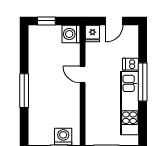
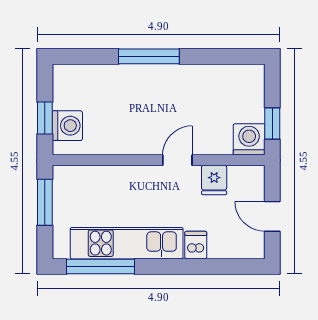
window: (46, 21) -> (272, 123), moved
fridge: (92, 33) -> (214, 180), moved, turned -90
window: (143, 82) -> (101, 266), moved

